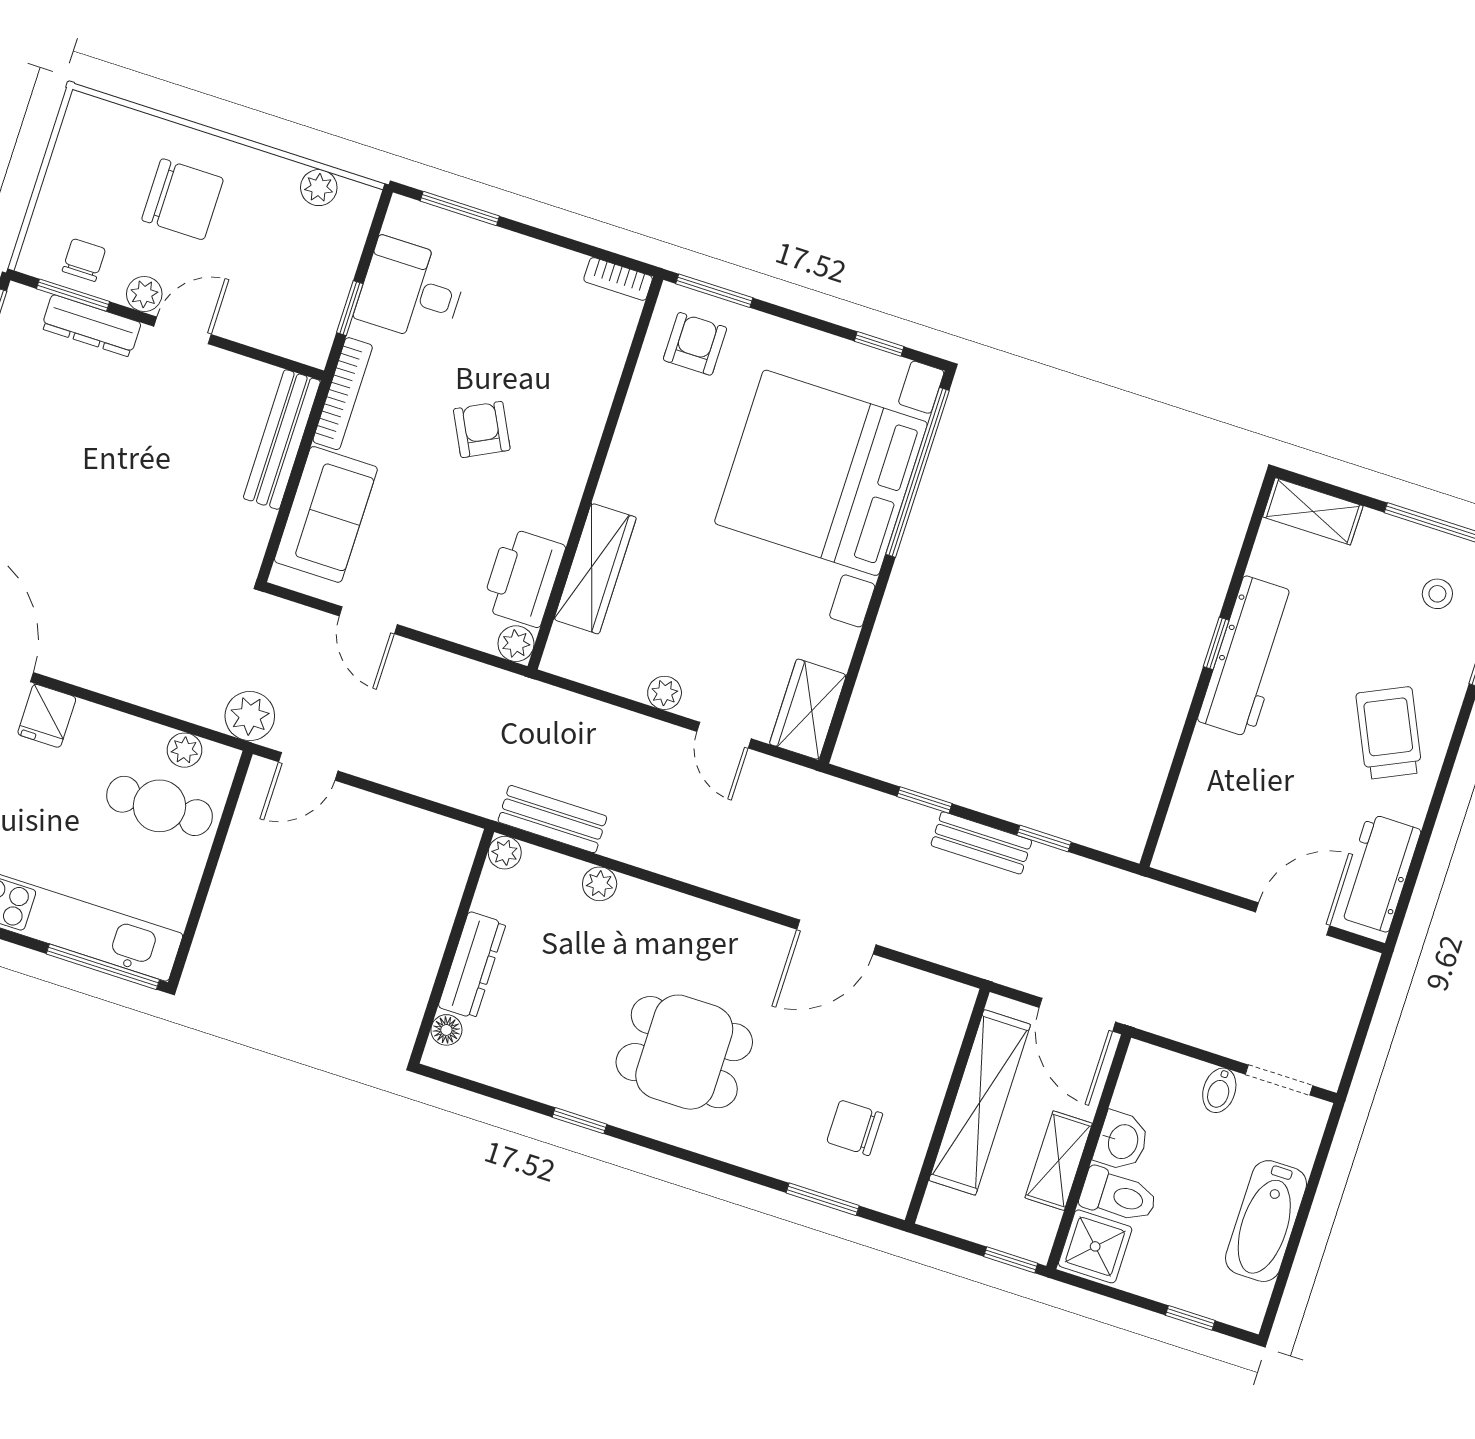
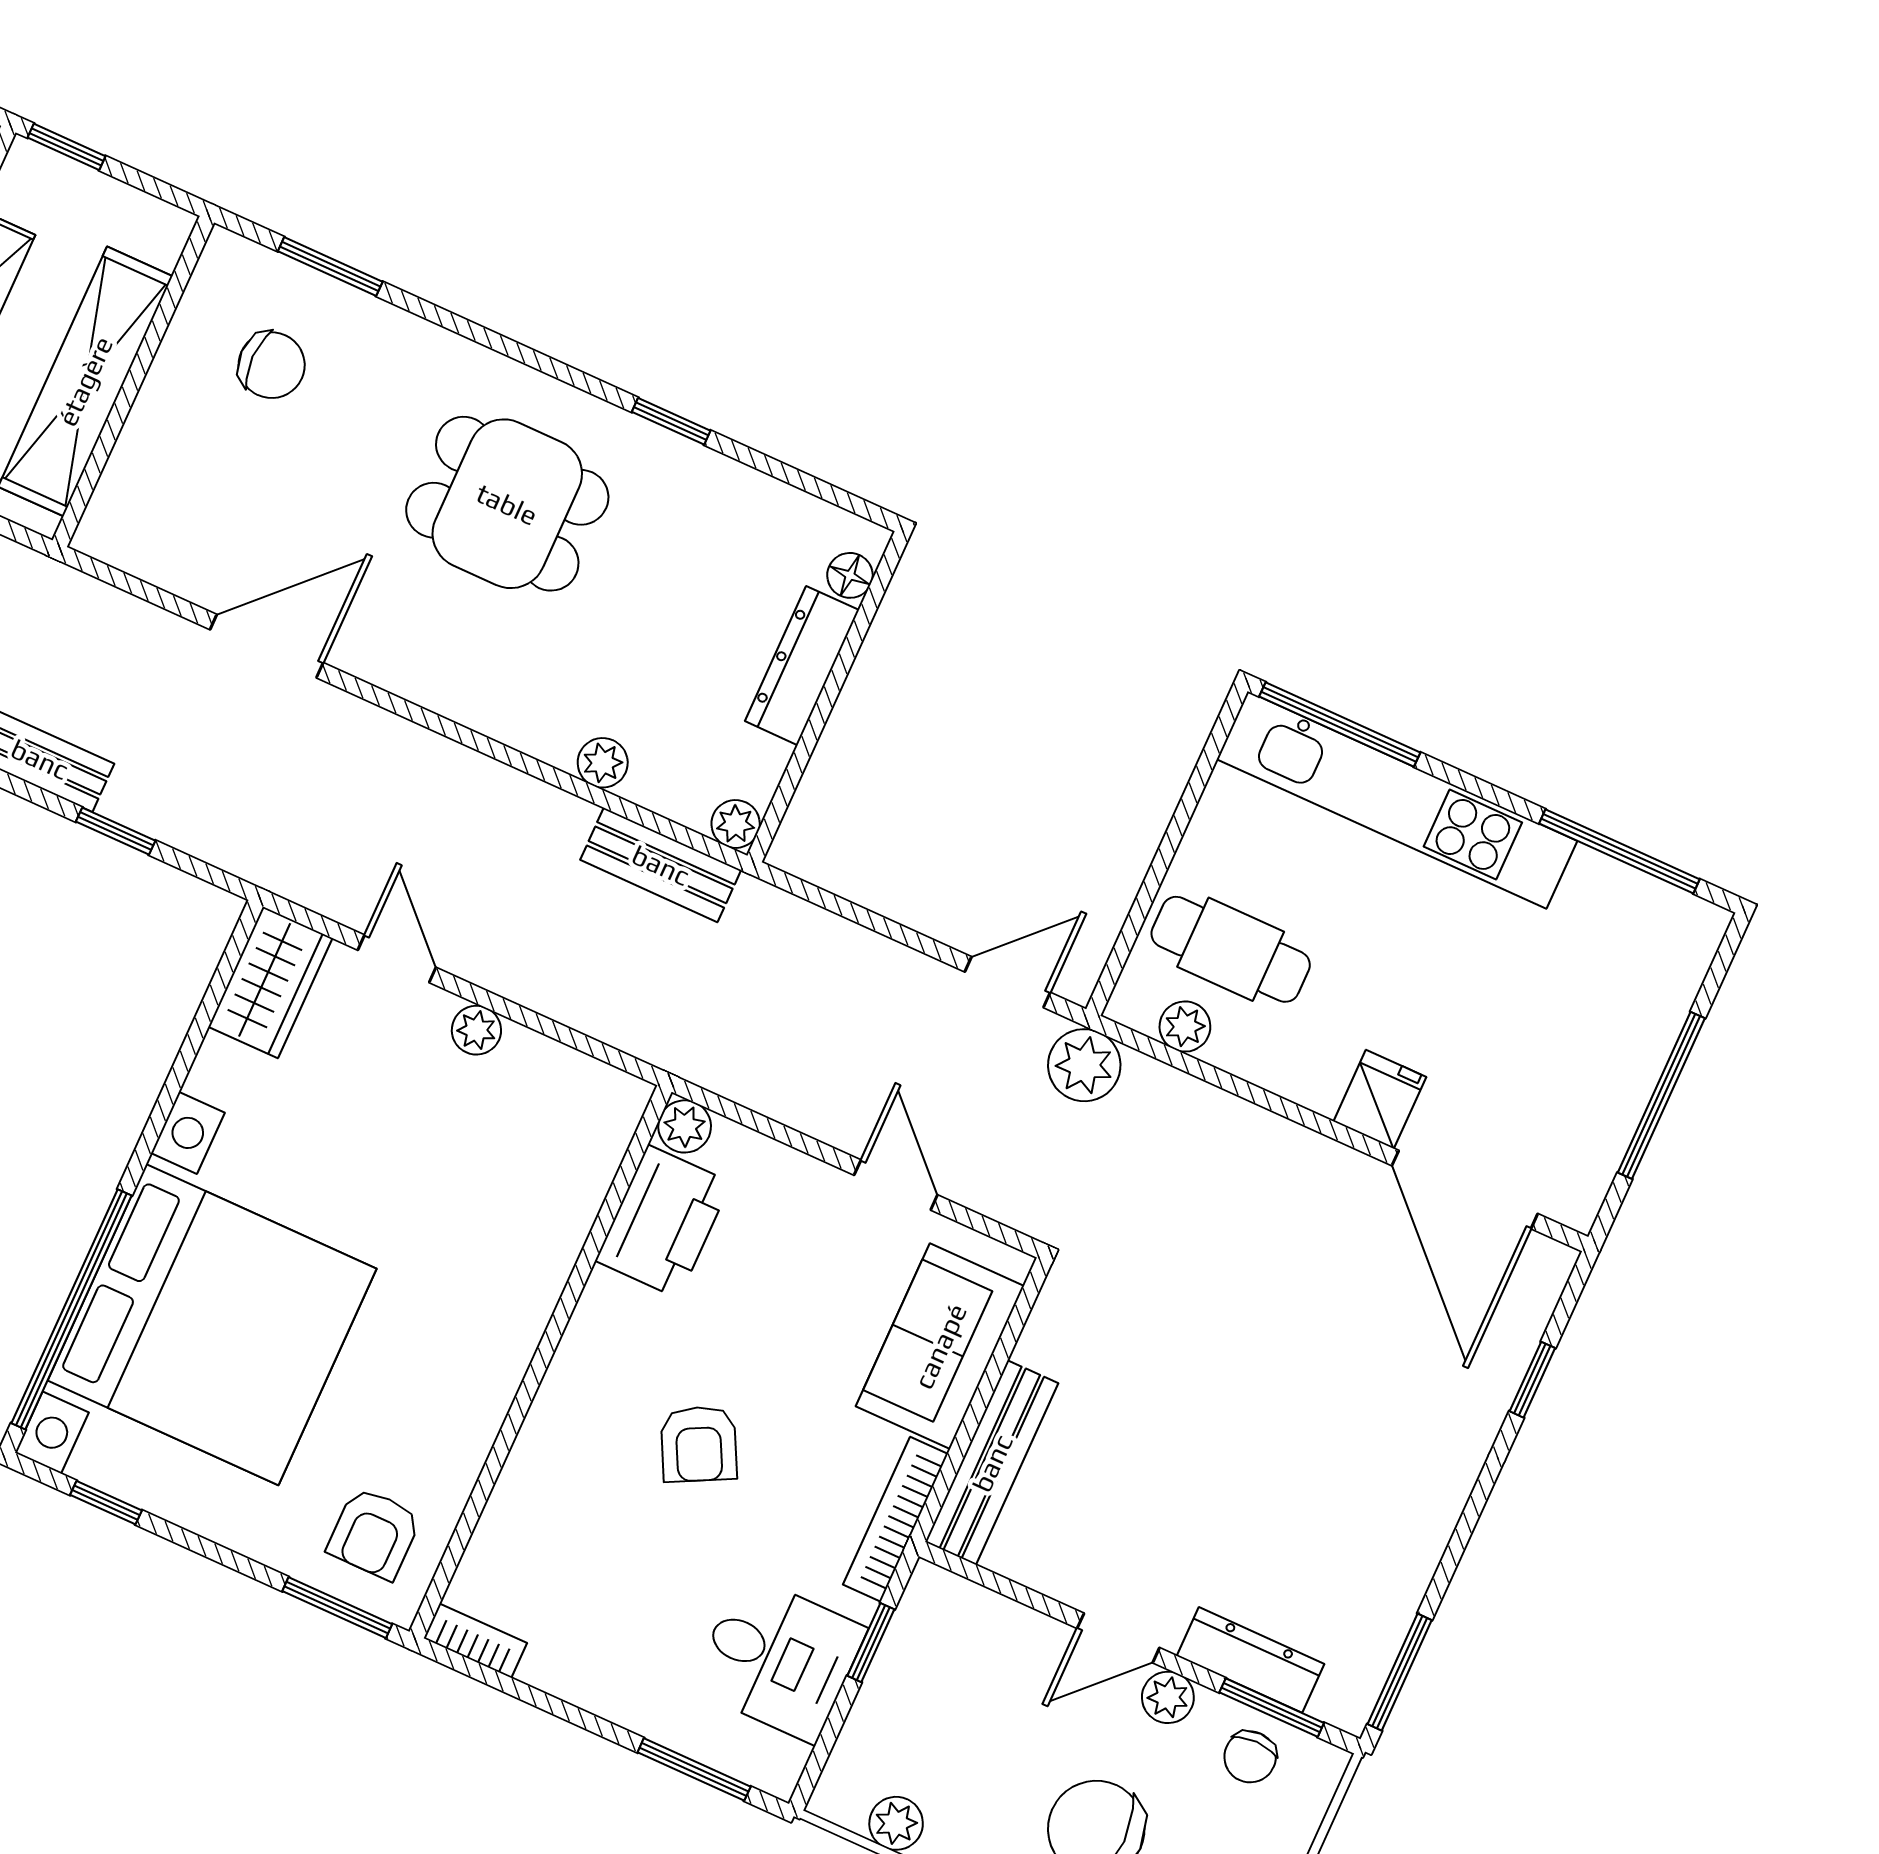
wardrobe: (595, 569) -> (557, 1223), removed

